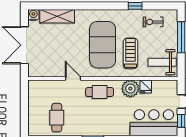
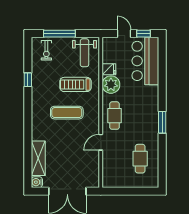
exercise bike: (153, 22) -> (46, 50), moved
exercise mat: (103, 45) -> (67, 113), width x0.50, depth x0.69
cafe table: (57, 118) -> (140, 159), turned 90

